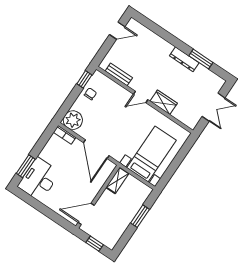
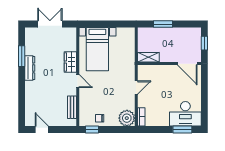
door: (96, 149) -> (136, 87), width x0.53
bed with nightstands: (151, 154) -> (97, 49), moved, turned -90

